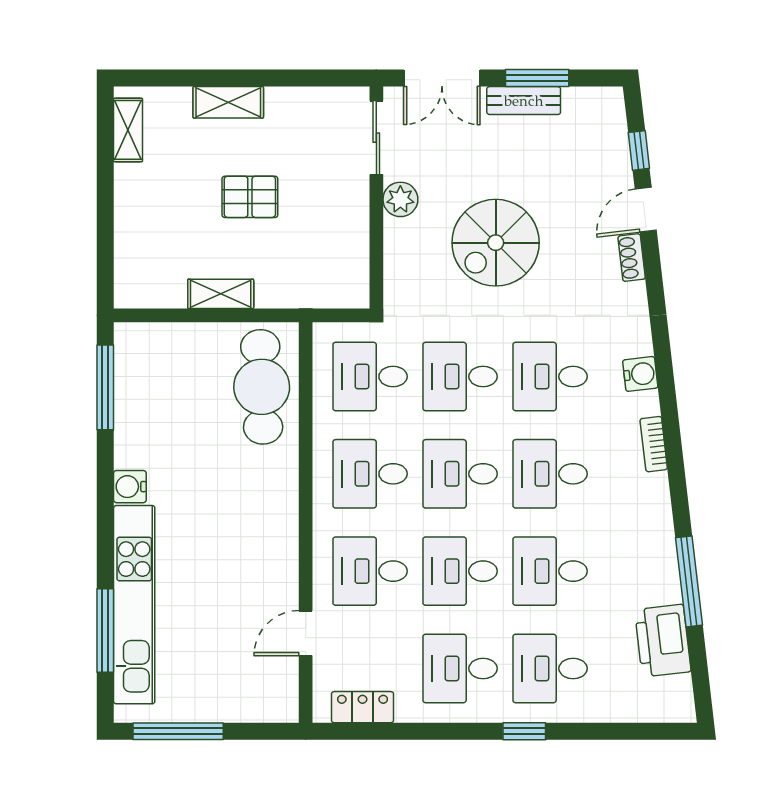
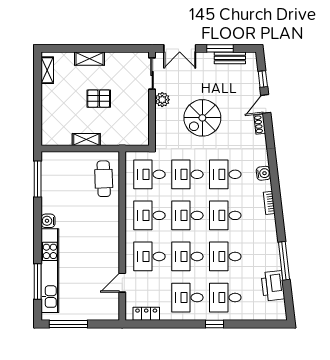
bench: (524, 101) -> (230, 58), moved
cafe table: (262, 387) -> (104, 179), width x0.73, depth x0.74

